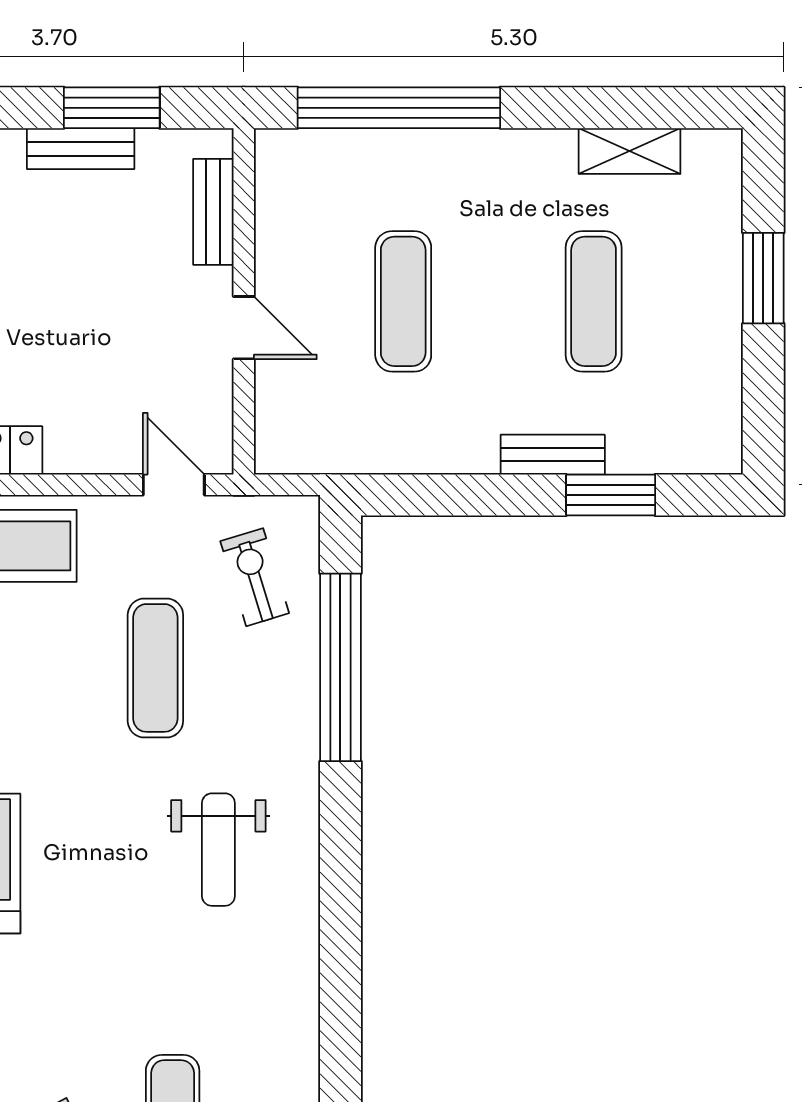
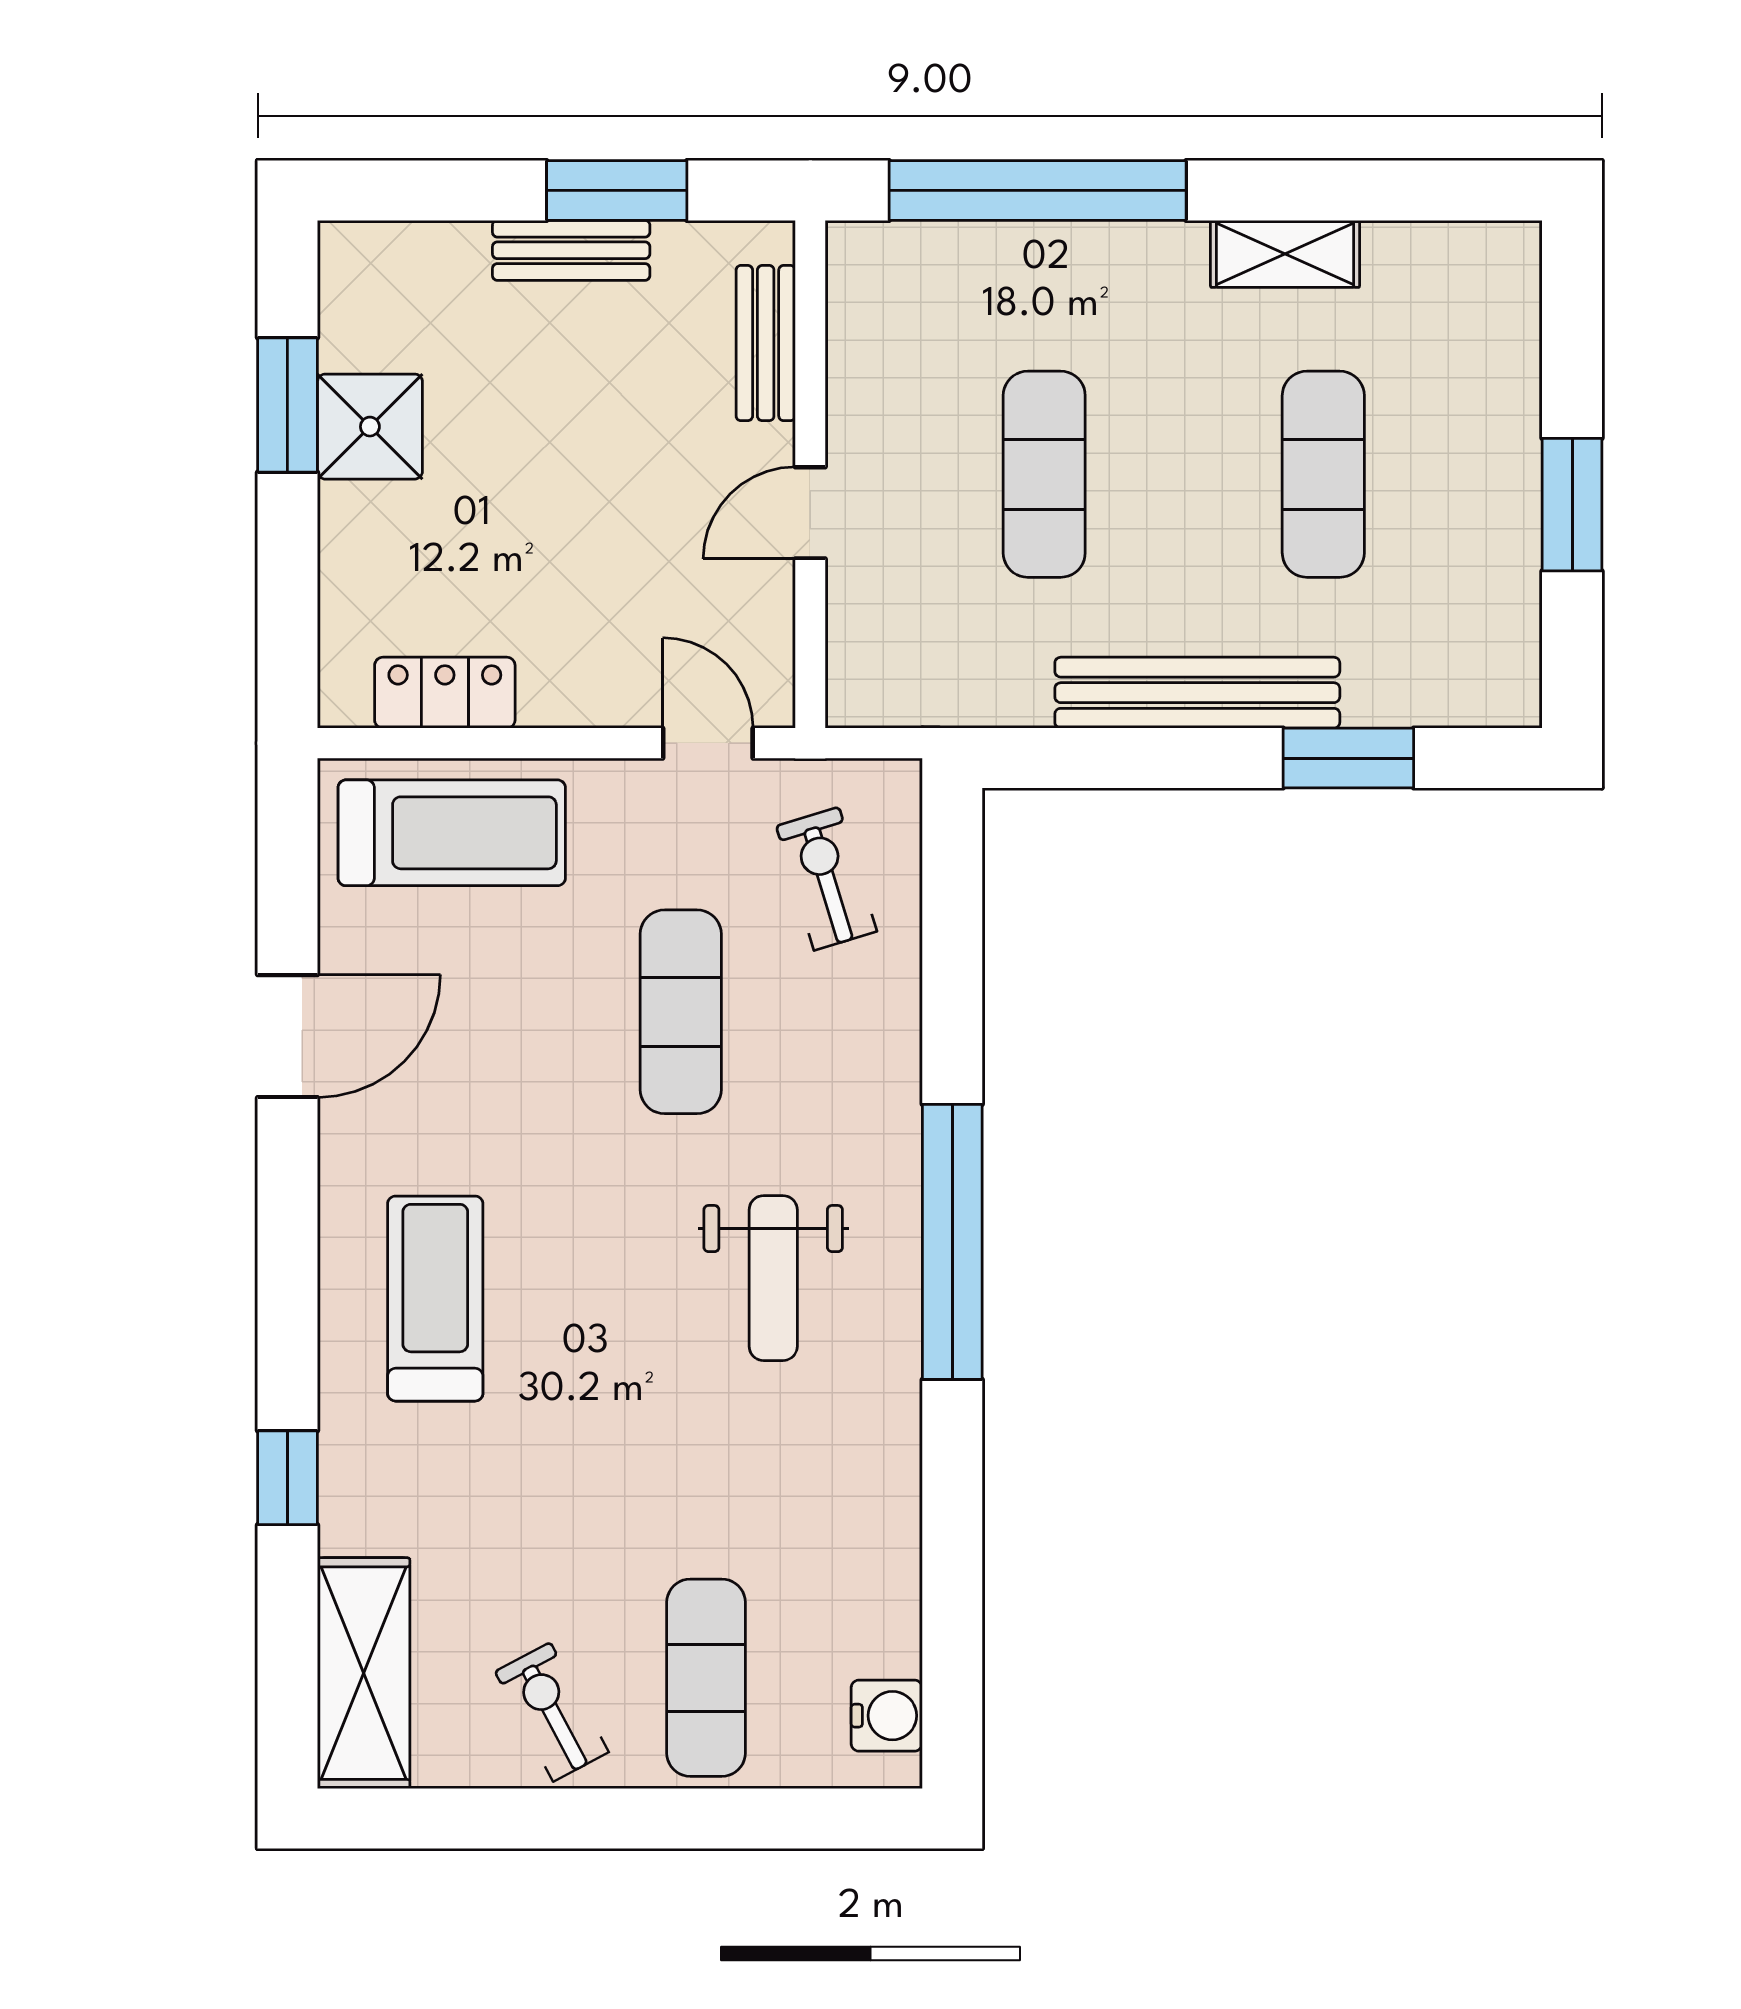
shelving: (630, 151) -> (1285, 254), moved
window: (763, 278) -> (1572, 505), moved
door: (244, 328) -> (810, 513), swing flipped
bench: (553, 455) -> (1197, 693), width x1.86, depth x1.21
window: (340, 667) -> (952, 1242), moved

